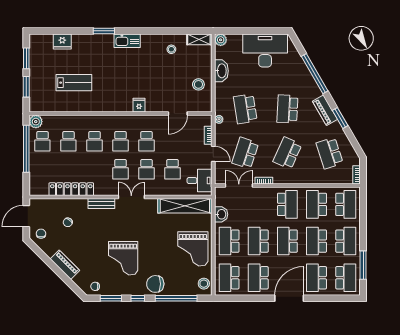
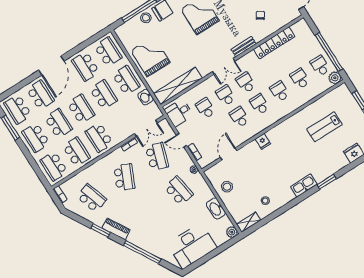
school desk: (287, 109) -> (146, 211), removed
school desk: (258, 278) -> (86, 66), turned 180
stool: (204, 284) -> (146, 18), moved

